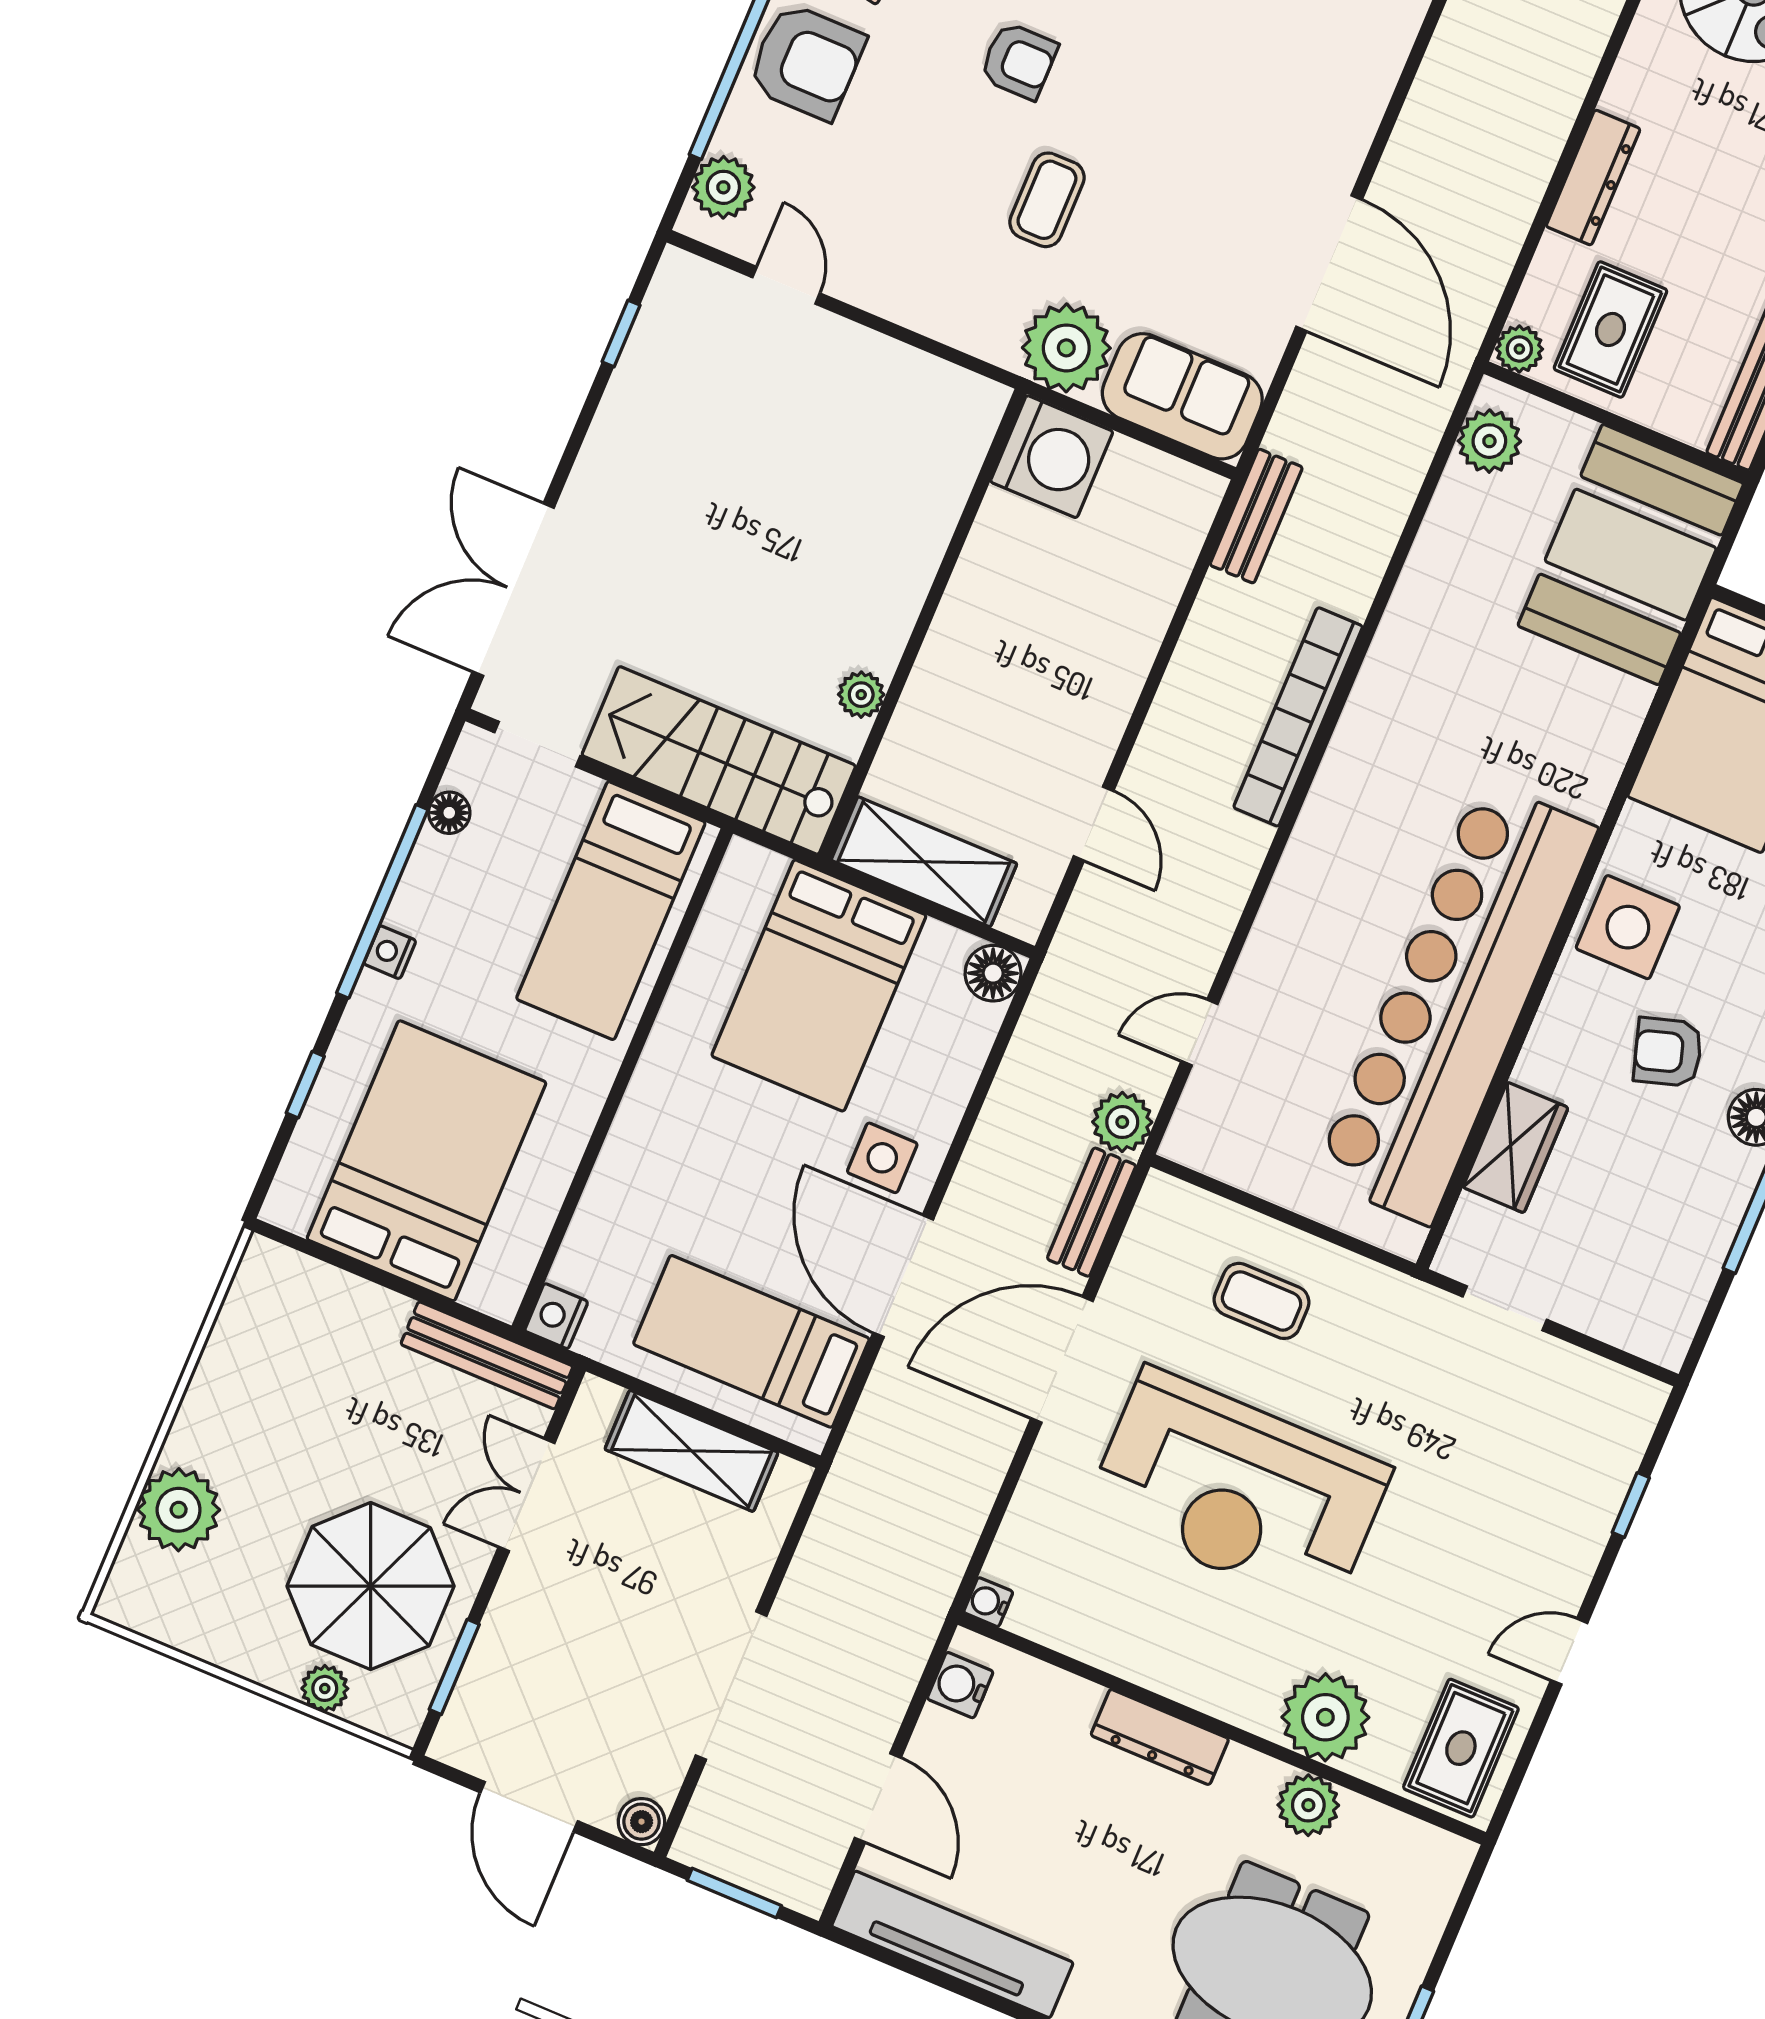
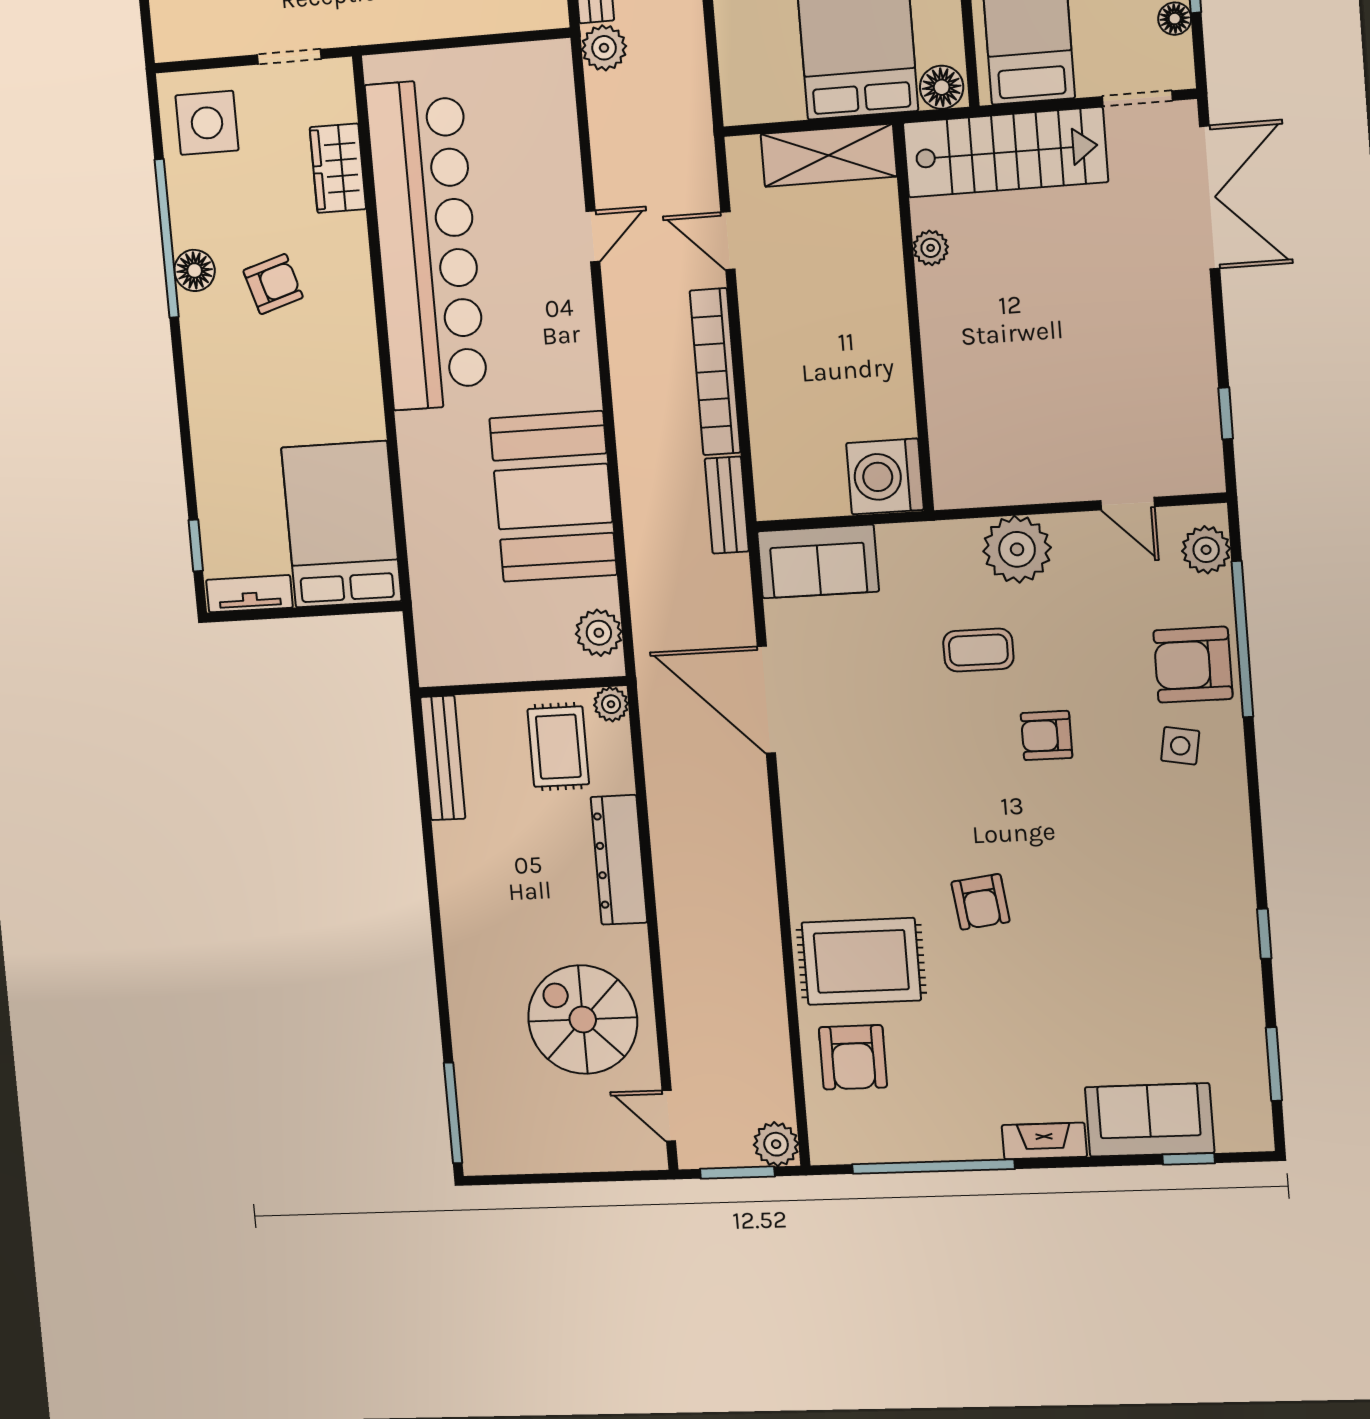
dresser: (1593, 178) -> (619, 860), width x1.37, depth x1.24
coffee table: (1047, 200) -> (978, 650), turned 90
plant: (1066, 348) -> (1017, 549), moved
booth: (1631, 555) -> (553, 497), moved
bookcase: (1298, 717) -> (715, 372), moved, turned 180
side table: (1628, 927) -> (207, 123), moved
floor lamp: (993, 973) -> (942, 87), moved
door: (1199, 1032) -> (593, 236), moved

